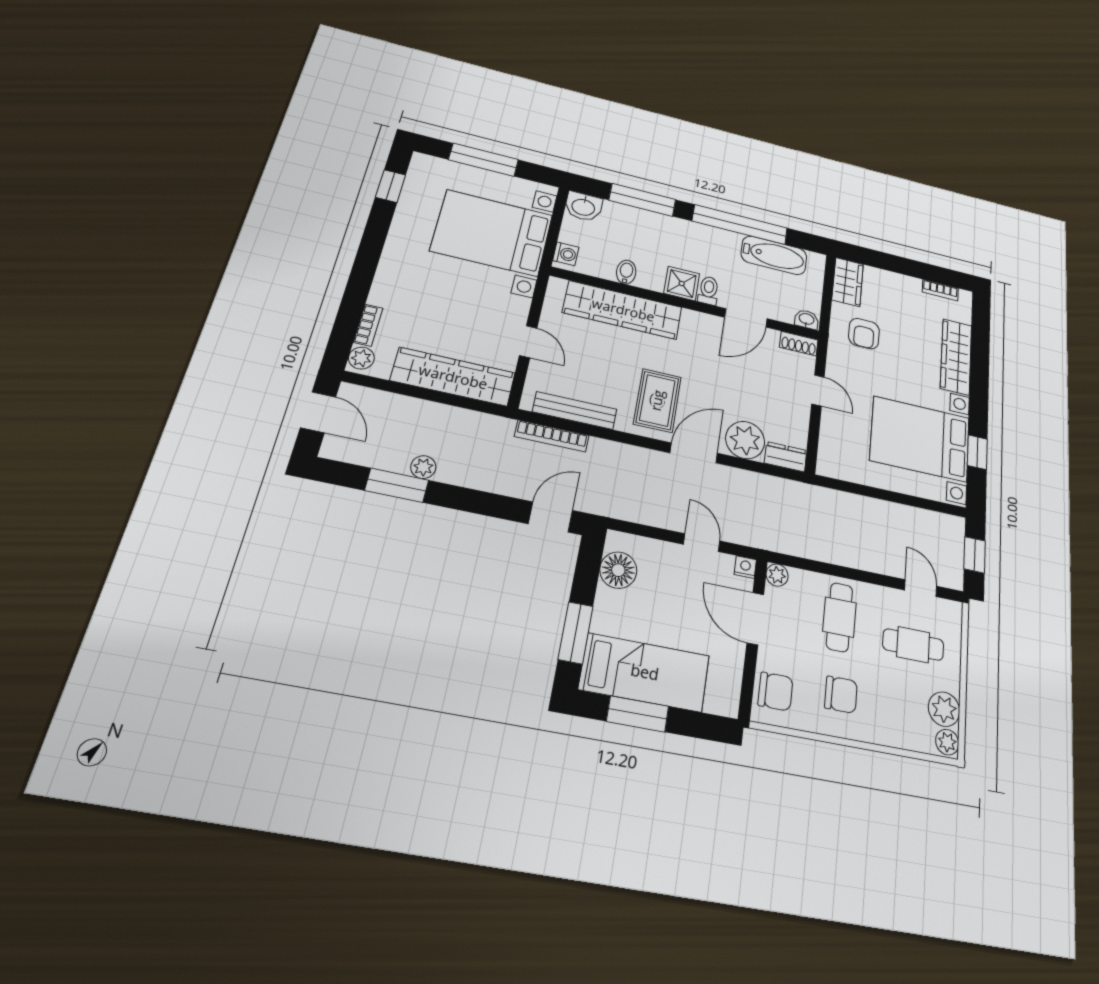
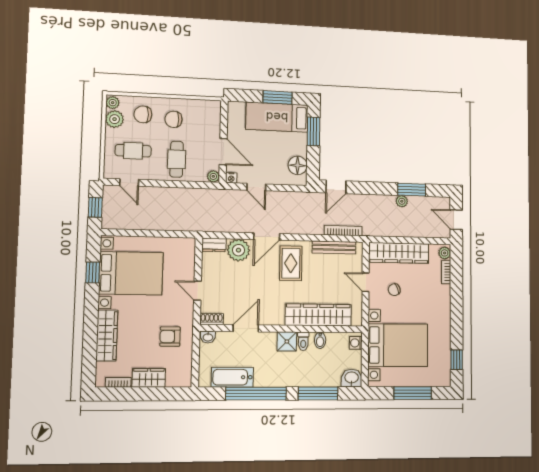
wardrobe: (848, 282) -> (149, 378), moved, turned 90
toilet: (708, 290) -> (303, 341), moved
chair: (477, 318) -> (394, 290), added
armchair: (864, 334) -> (170, 337), turned -90
chair: (775, 691) -> (143, 114), moved

